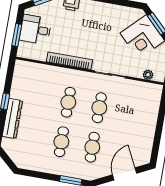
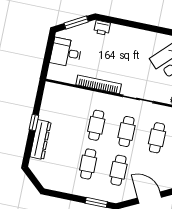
window: (17, 35) -> (47, 57), removed
cafe table: (130, 113) -> (157, 138), added
door: (125, 174) -> (150, 198), hinge flipped

